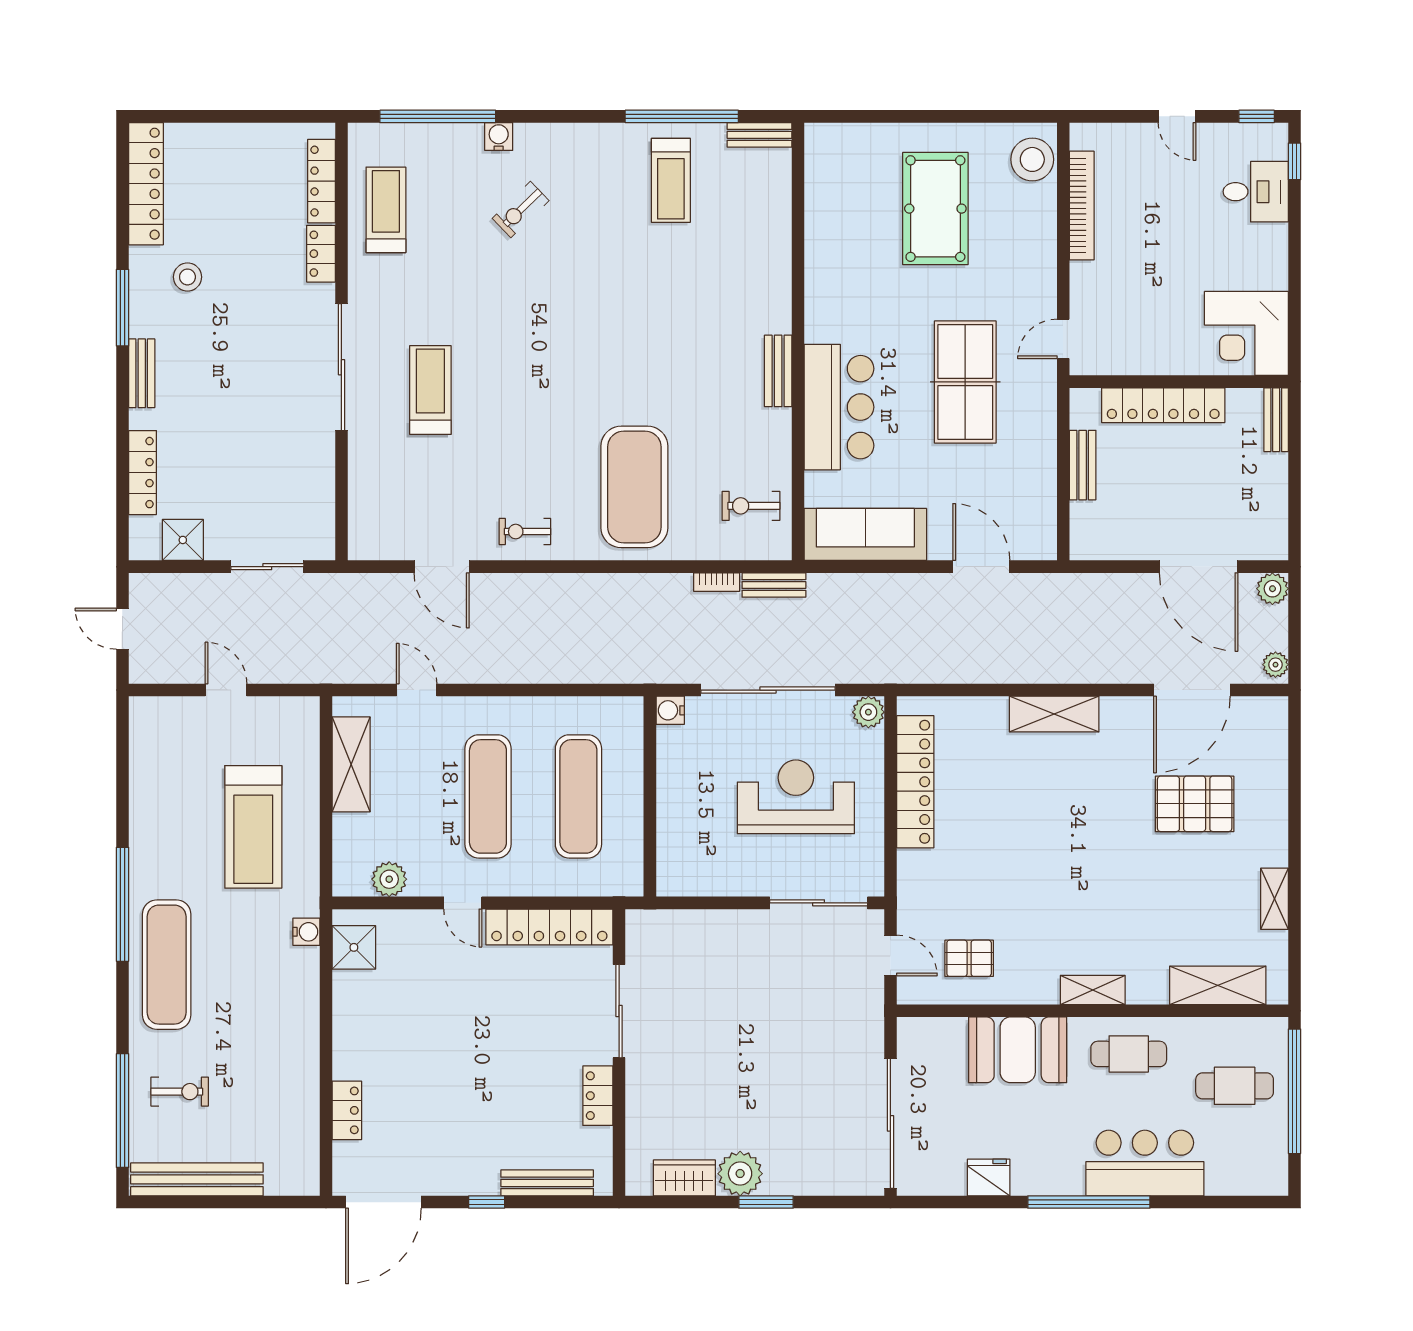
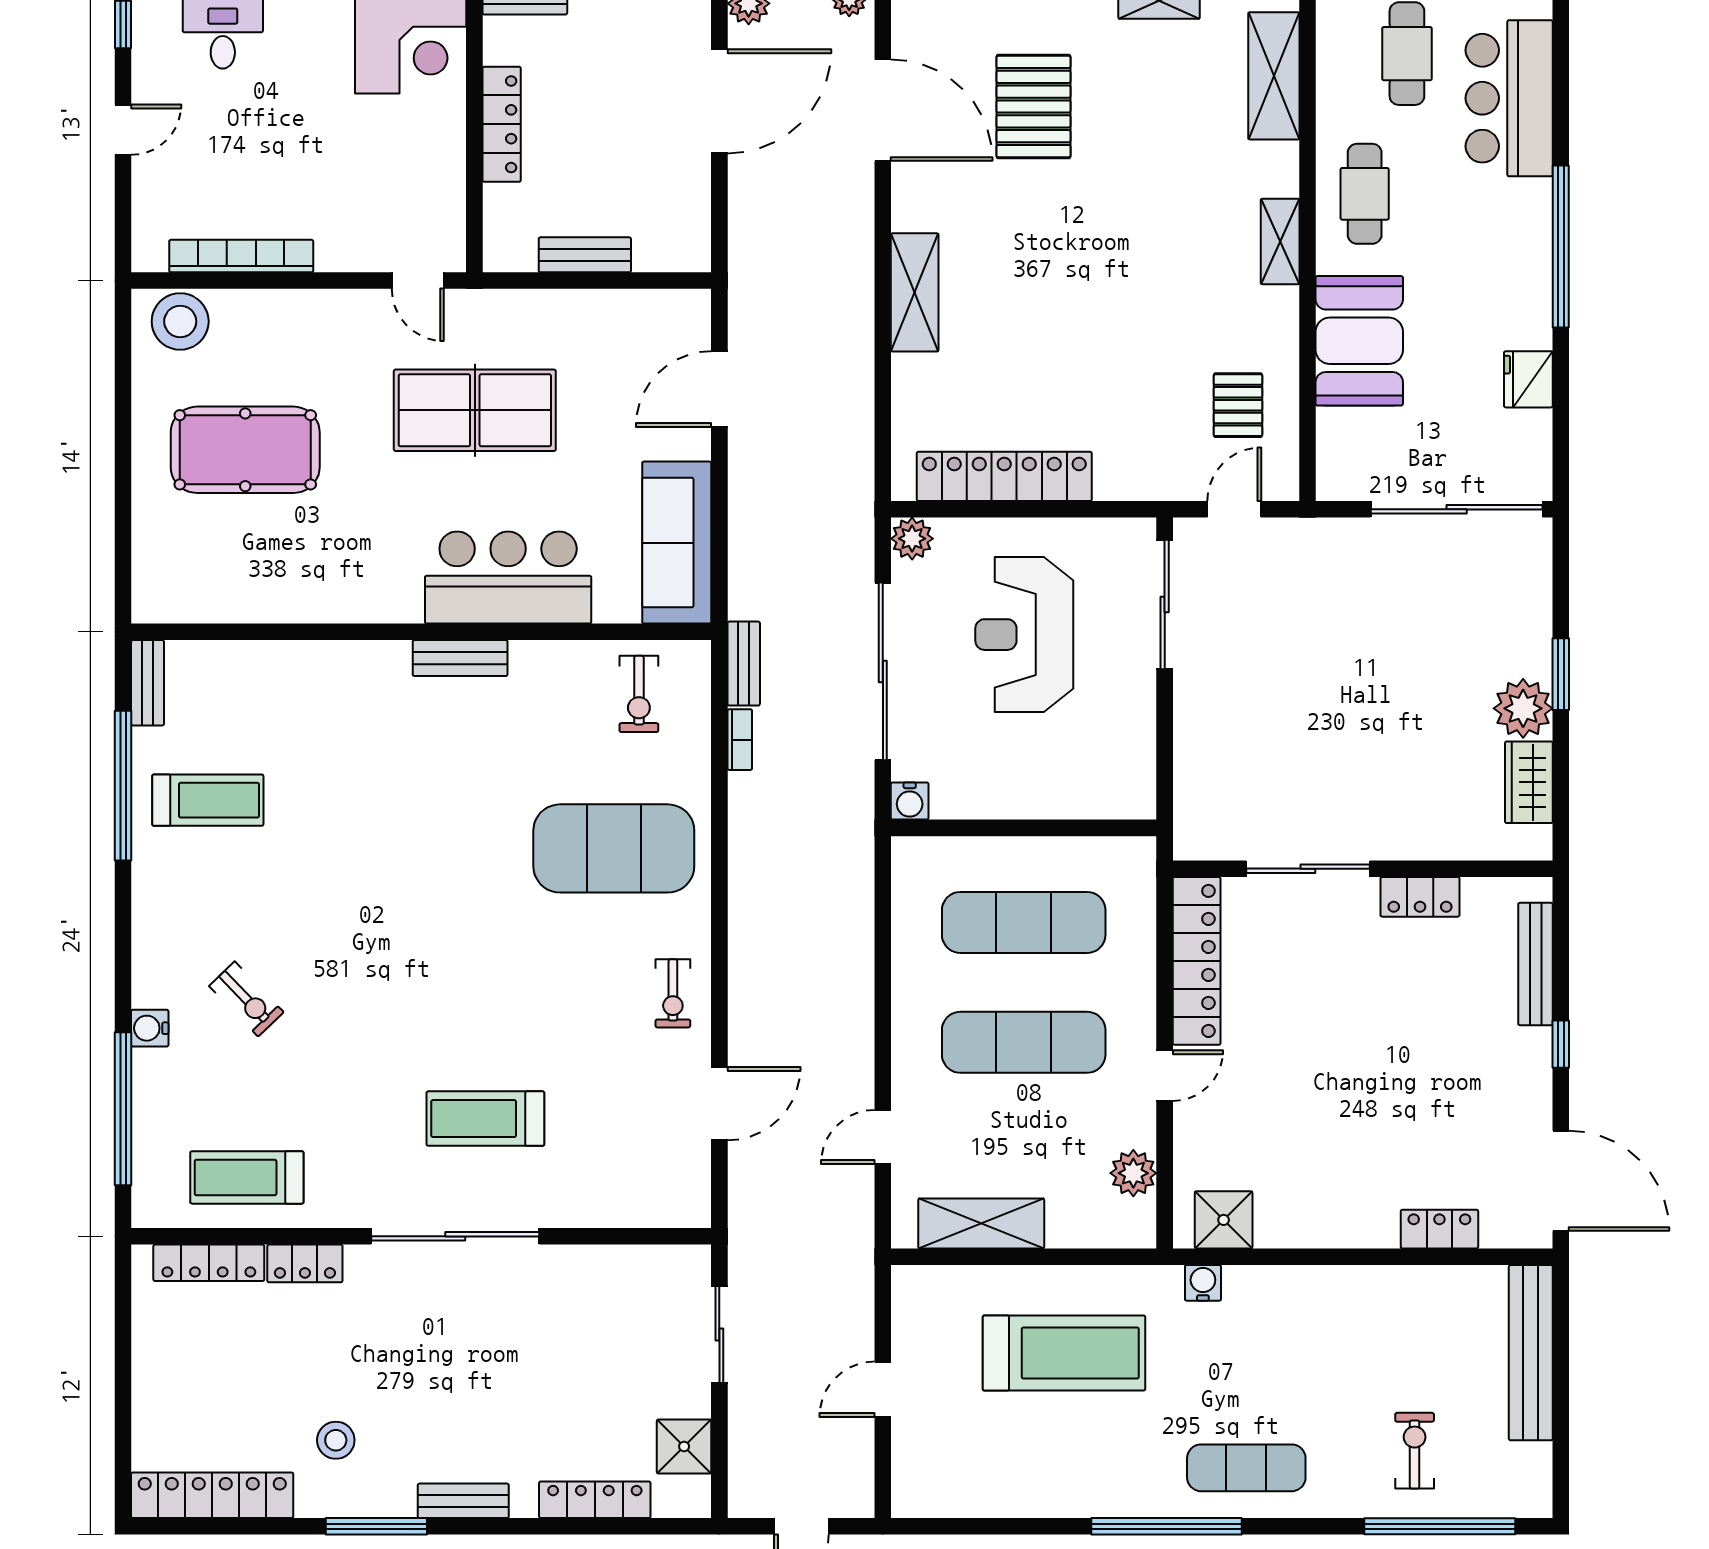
locker: (1163, 405) -> (502, 124), width x0.71, depth x0.83
exercise mat: (167, 965) -> (1246, 1468), width x0.73, depth x0.69
bar counter: (1145, 1163) -> (1509, 98), moved
bench: (197, 1179) -> (1531, 1353), moved

